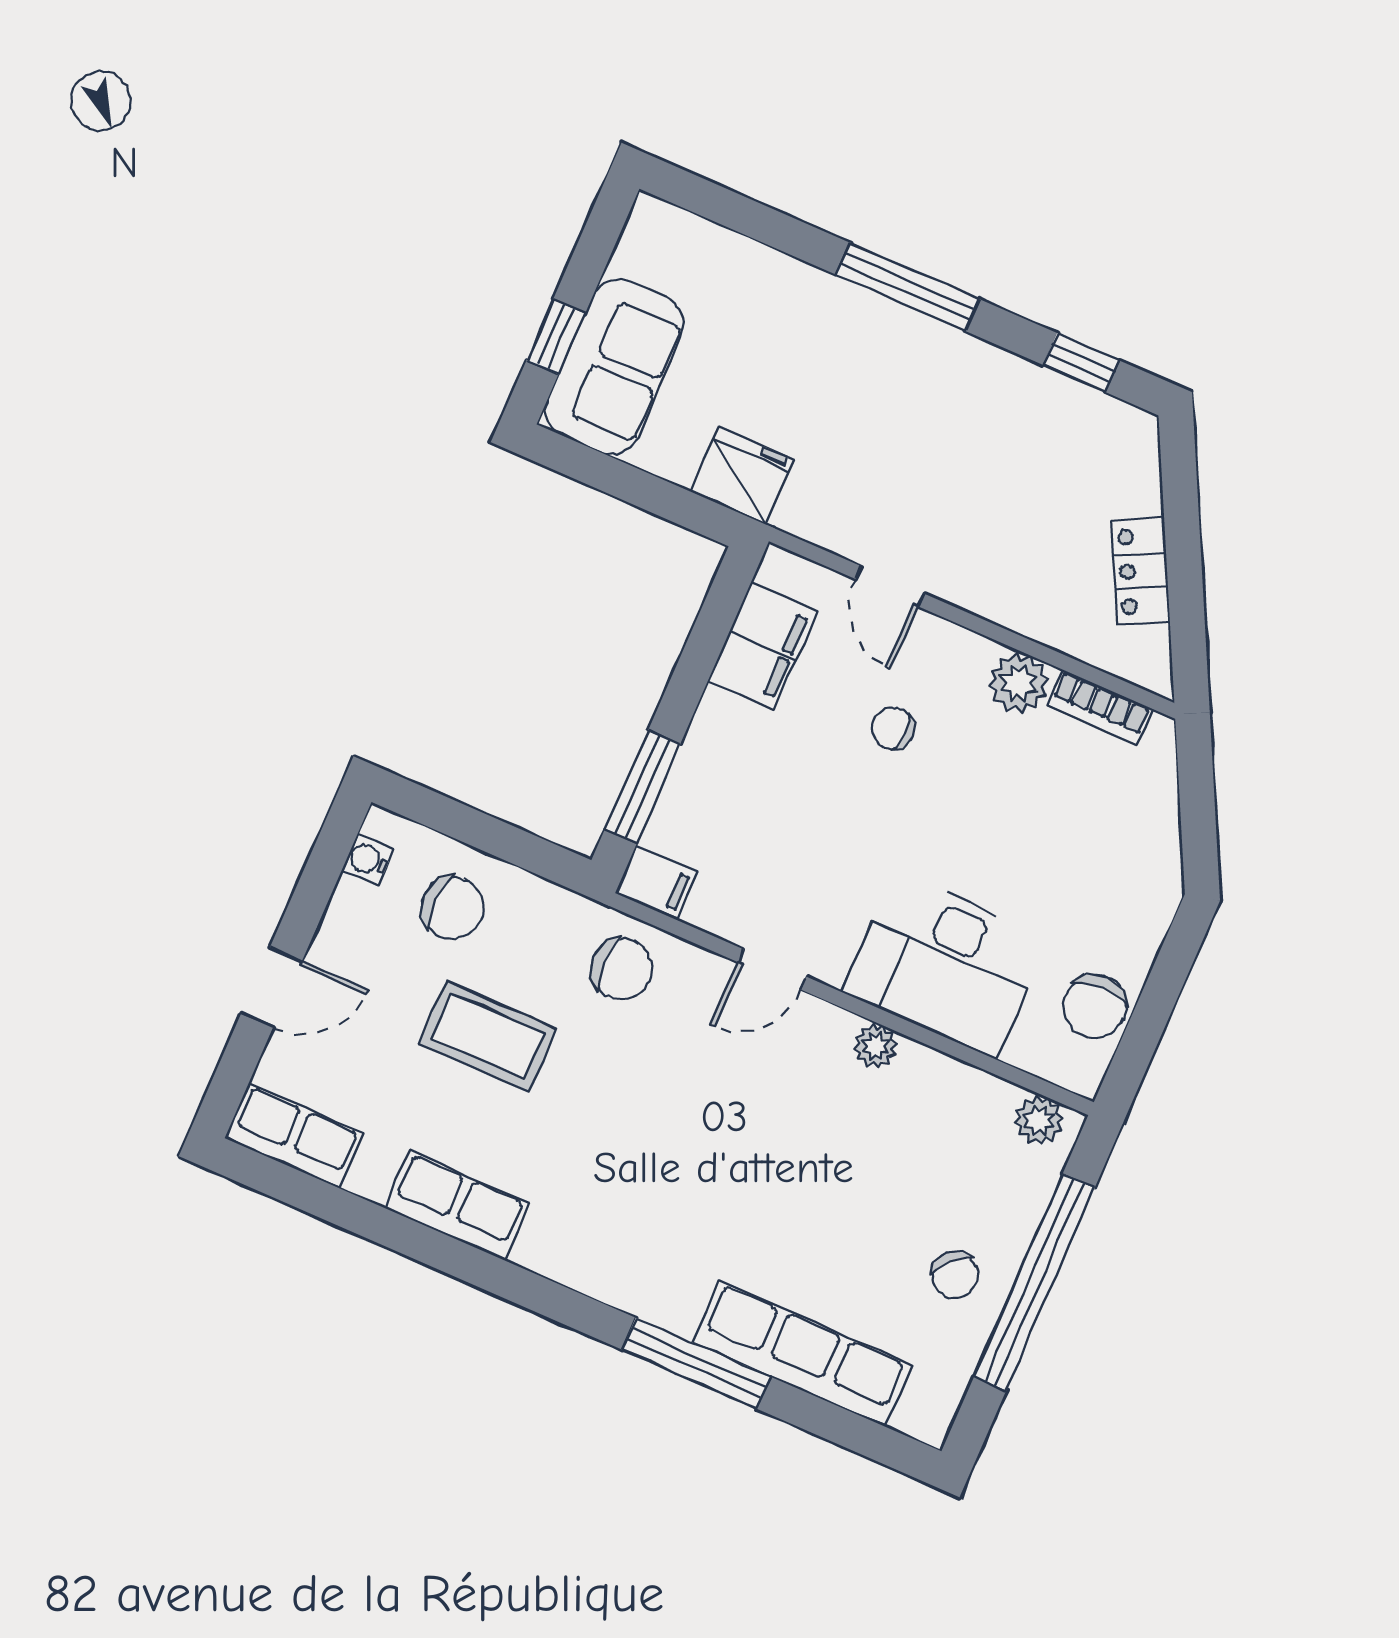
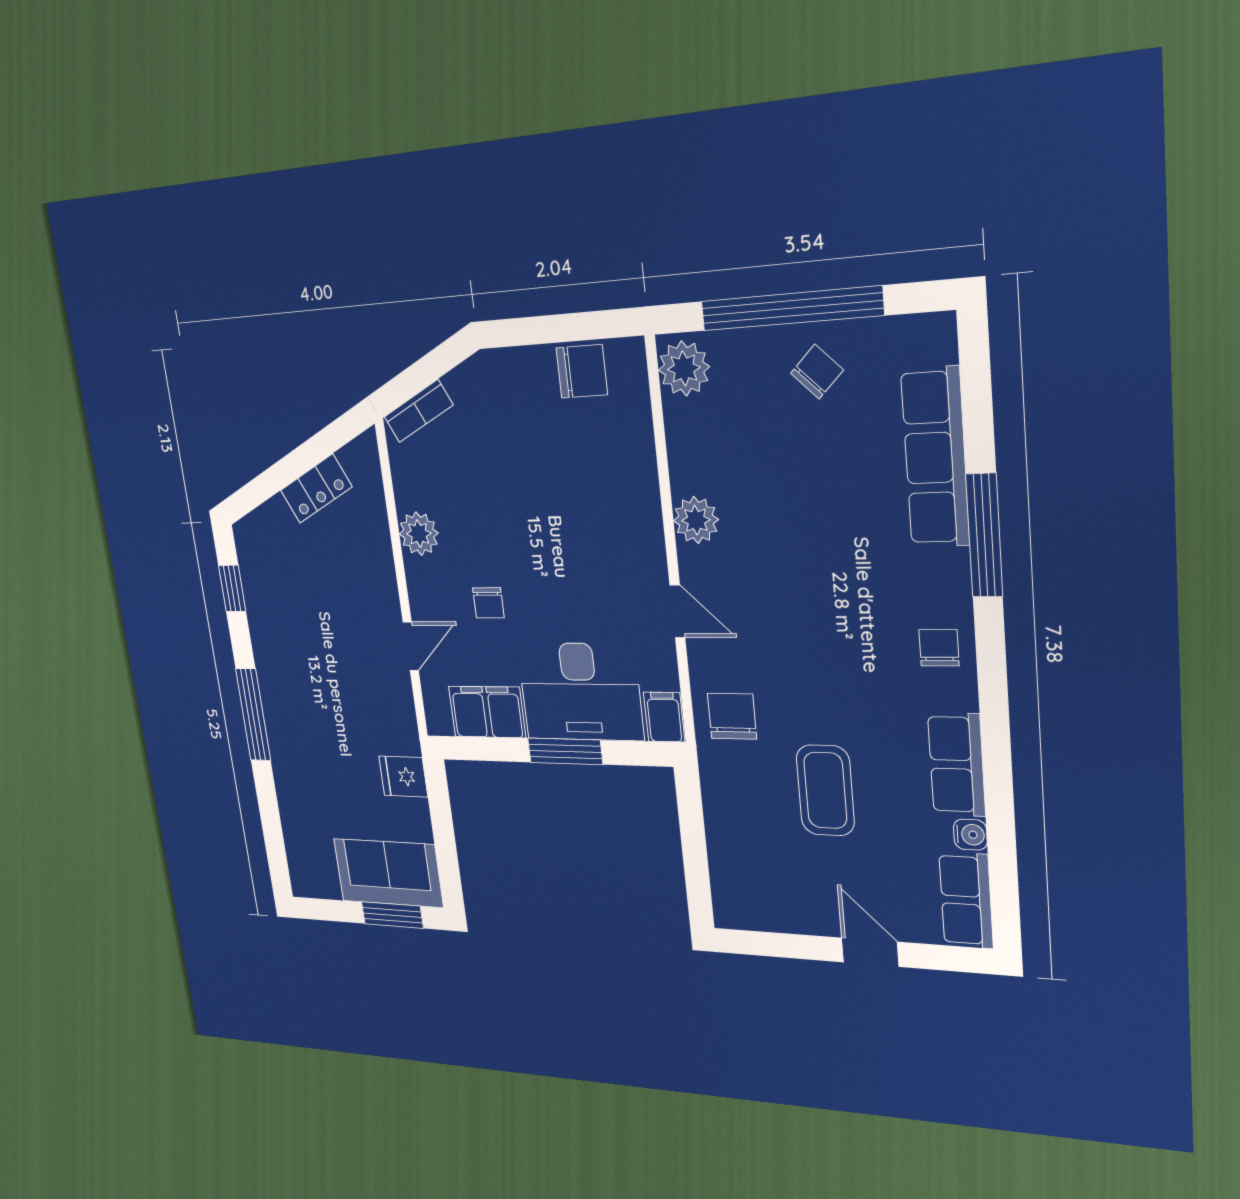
window: (556, 337) -> (392, 915), width x1.50
fridge: (742, 476) -> (403, 777), width x0.72
bookcase: (1100, 707) -> (418, 411), moved, turned 63
window: (643, 786) -> (565, 751), moved
water cooler: (368, 860) -> (970, 835), moved, turned -90
chair: (453, 908) -> (939, 648), moved, width x0.73, depth x0.73
desk: (945, 965) -> (580, 692), moved, turned 90
plant: (876, 1046) -> (696, 520), width x1.38, depth x1.38
plant: (1039, 1120) -> (684, 368), width x1.38, depth x1.38

